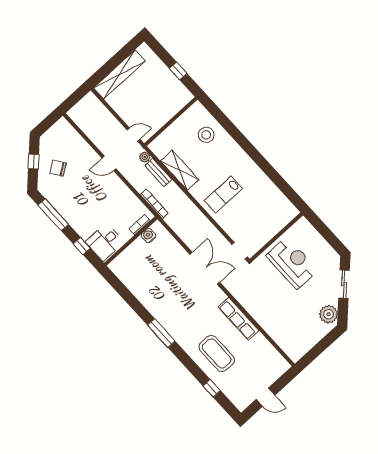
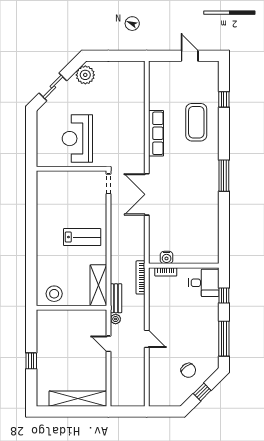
wall: (171, 121) -> (71, 308), moved

